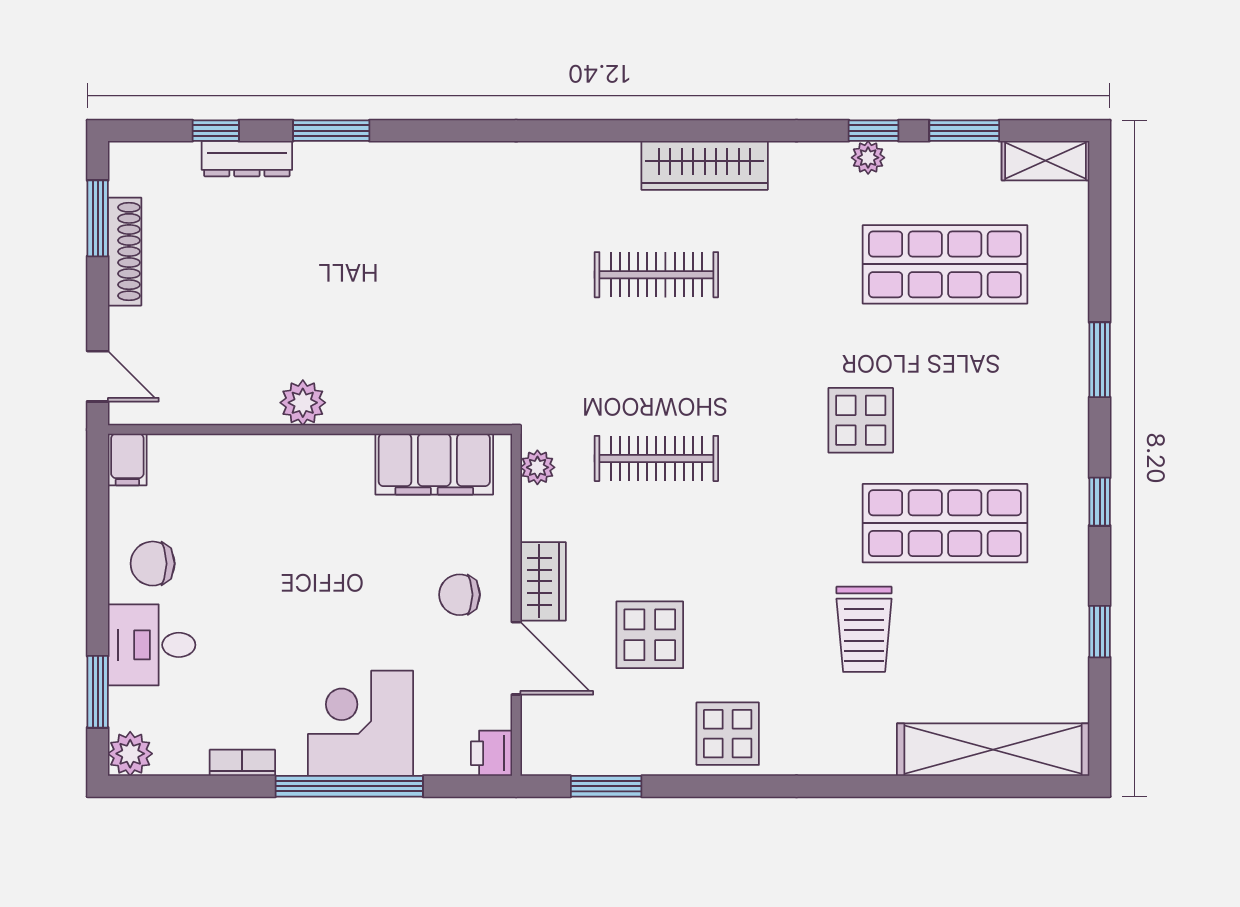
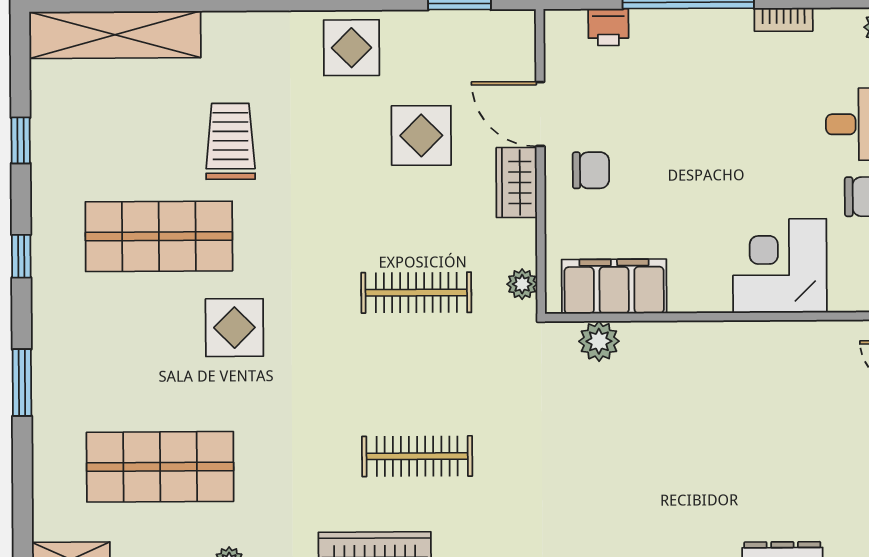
plant: (303, 403) -> (599, 341), moved
corner desk: (361, 723) -> (780, 266), moved, turned 180
printer: (491, 753) -> (608, 27), moved, turned 90

